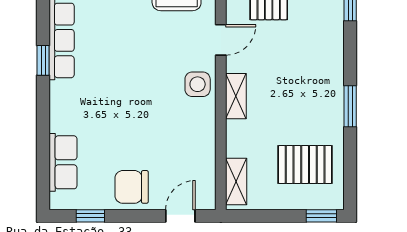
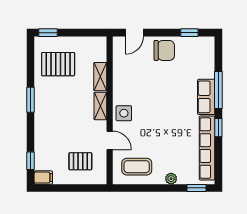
door: (221, 40) -> (110, 140), swing flipped
window: (43, 122) -> (218, 90), added
row of seats: (63, 162) -> (206, 97), moved
shelving: (236, 182) -> (100, 77), moved

